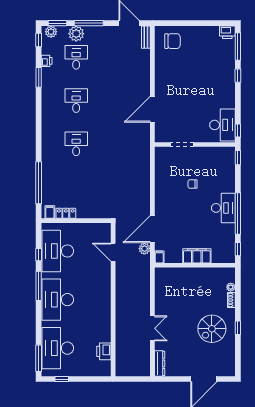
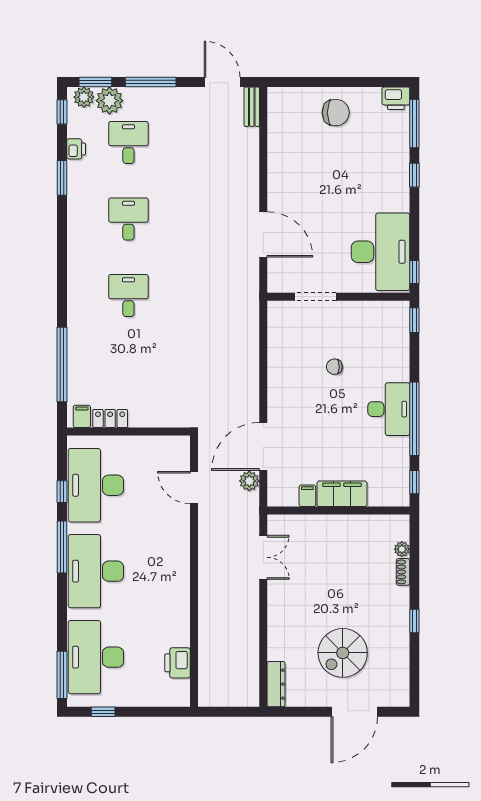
plant: (76, 34) -> (109, 101), moved
chair: (172, 41) -> (336, 113), moved
door: (152, 109) -> (263, 234), swing flipped
desk: (222, 125) -> (380, 252), width x1.36, depth x1.30
filing cabinet: (159, 257) -> (307, 496), moved
double door: (152, 328) -> (263, 557), moved
spiral stairs: (212, 329) -> (343, 653), moved

